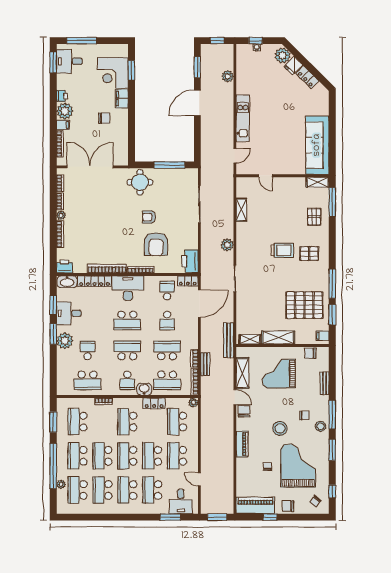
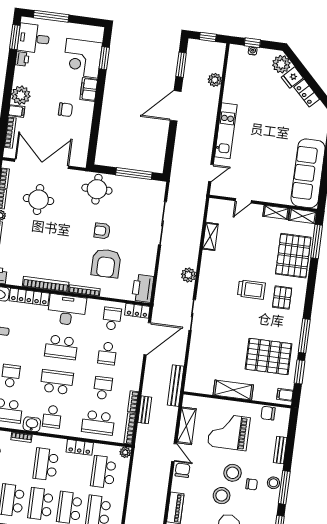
printer: (62, 96) -> (22, 59), moved
door: (265, 176) -> (243, 201), hinge flipped
round table: (91, 198) -> (39, 200), added
pallet: (314, 217) -> (293, 256), width x2.05, depth x2.00
pallet: (309, 254) -> (282, 298), turned 90
shelving: (250, 339) -> (276, 212), moved
school desk: (167, 350) -> (103, 388), width x0.54
washbasin: (144, 389) -> (32, 424), moved
stool: (287, 408) -> (233, 473), added
stool: (320, 426) -> (273, 483), moved

